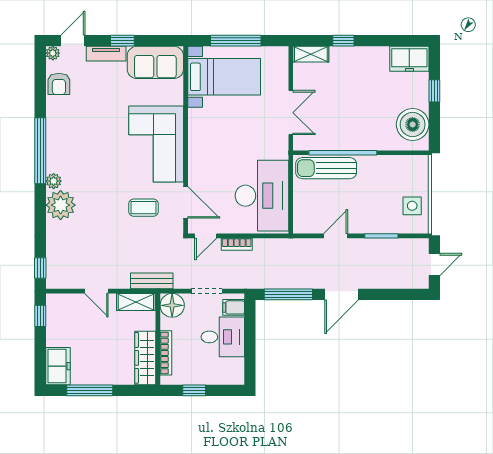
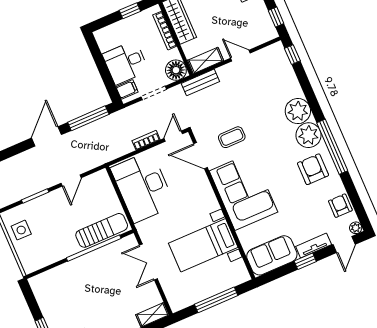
bed with nightstands: (224, 77) -> (203, 245), moved
boiler: (413, 124) -> (48, 294), removed
armchair: (71, 136) -> (313, 169), added
plant: (54, 181) -> (308, 135), width x1.87, depth x1.87

